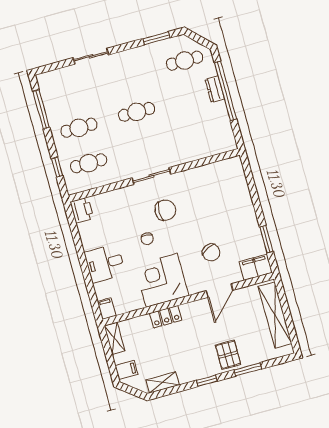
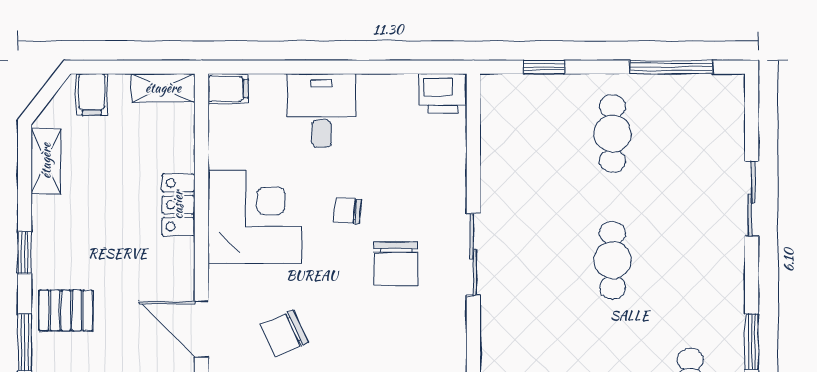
cafe table: (89, 163) -> (535, 134), removed

